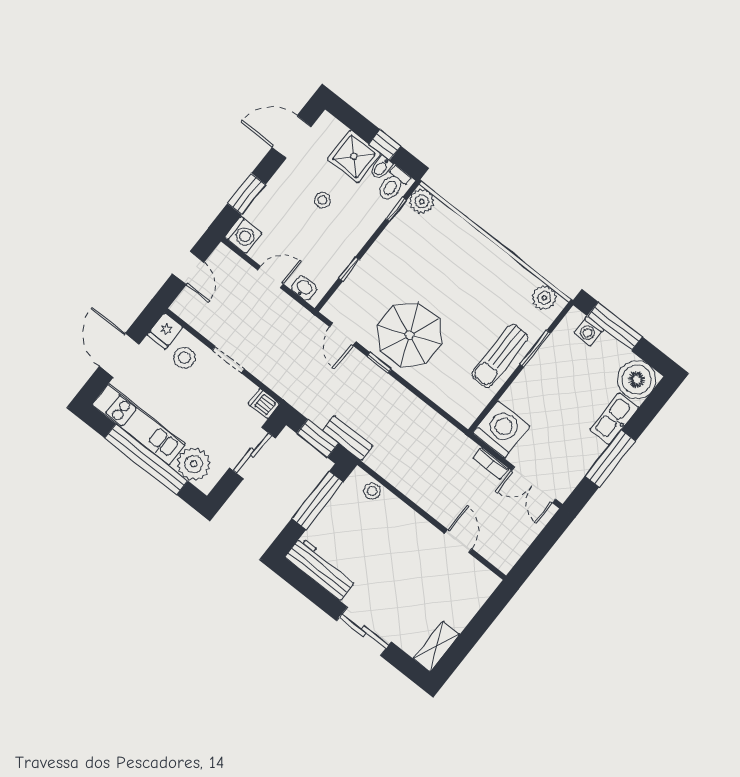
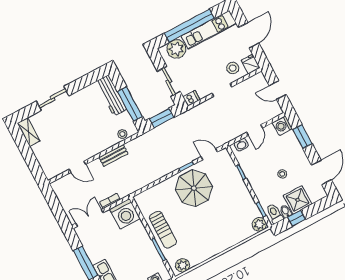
door: (119, 355) -> (249, 35), hinge flipped
sun lounger: (500, 356) -> (163, 230), turned 180
bench: (348, 438) -> (113, 155), moved
workbench: (321, 569) -> (111, 95), moved, turned 90

